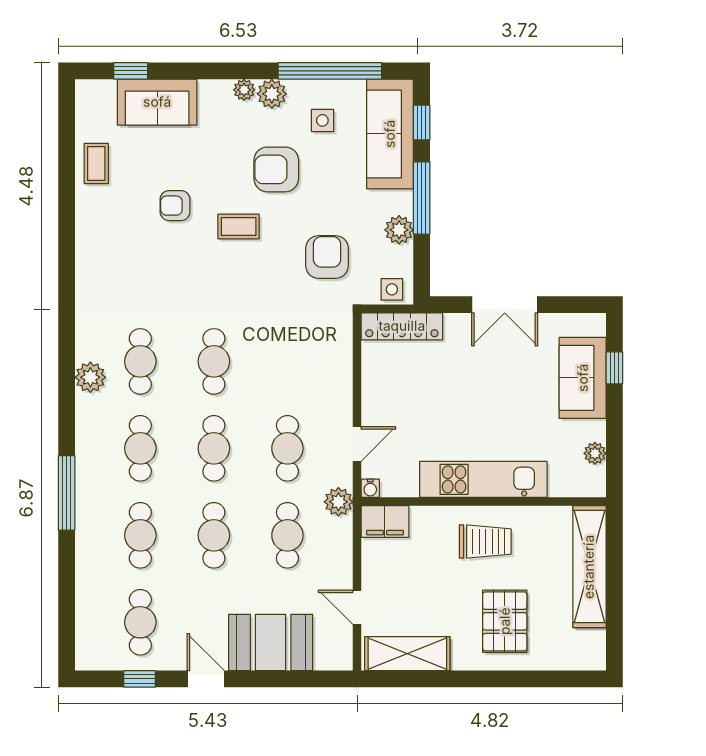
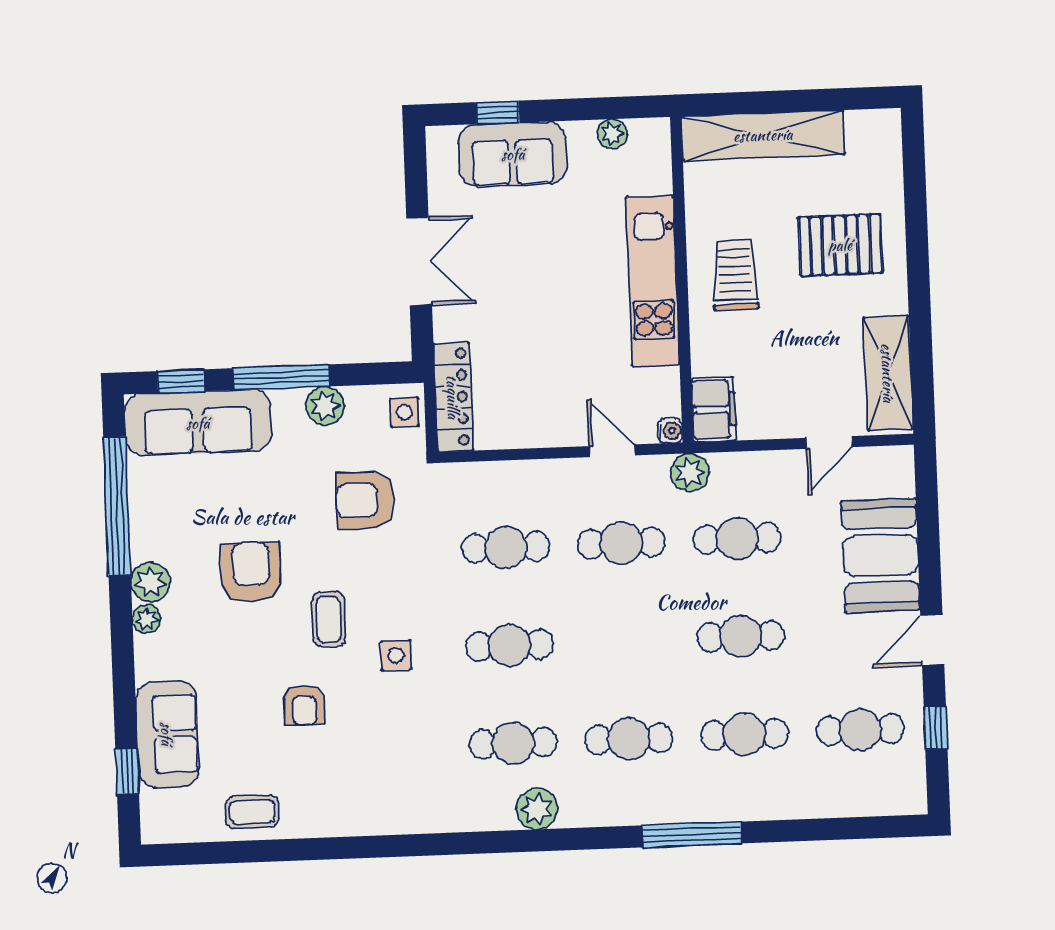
side table: (322, 120) -> (396, 655), moved
armchair: (276, 169) -> (251, 572), turned 180
cafe table: (214, 448) -> (506, 547), moved

